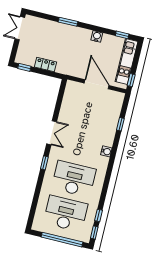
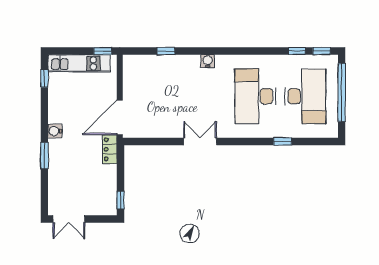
water cooler: (97, 36) -> (55, 131), moved
locker: (45, 64) -> (110, 149), moved
door: (97, 84) -> (120, 117), moved
window: (44, 163) -> (283, 141), moved
desk: (65, 214) -> (305, 96), turned 180

